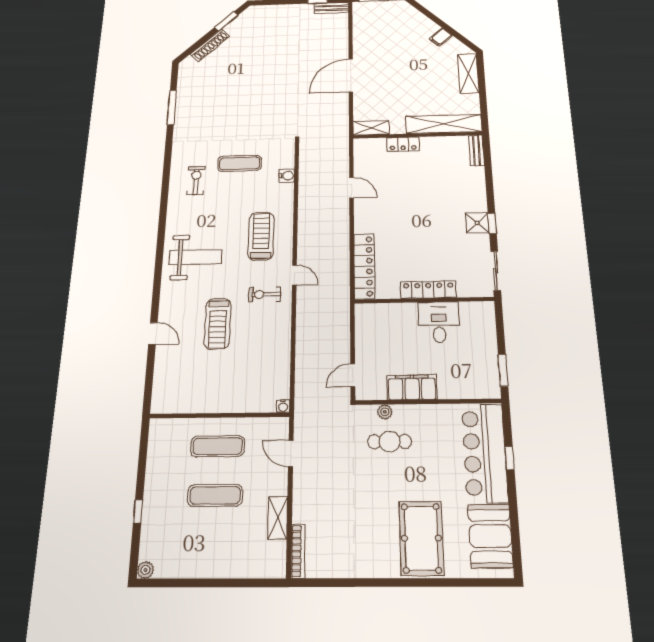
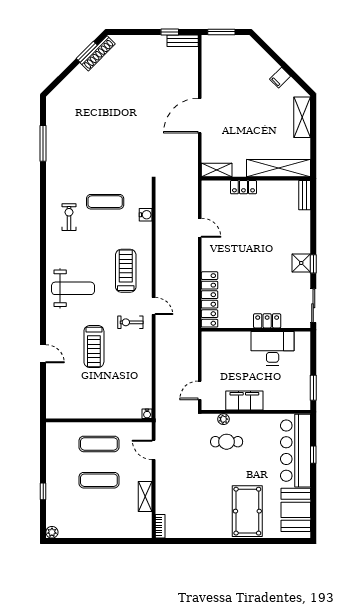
shoe rack: (210, 45) -> (98, 53), moved
locker: (428, 290) -> (267, 321), width x0.66
desk: (439, 322) -> (273, 348), width x1.37
bookcase: (298, 551) -> (160, 526), width x0.64

